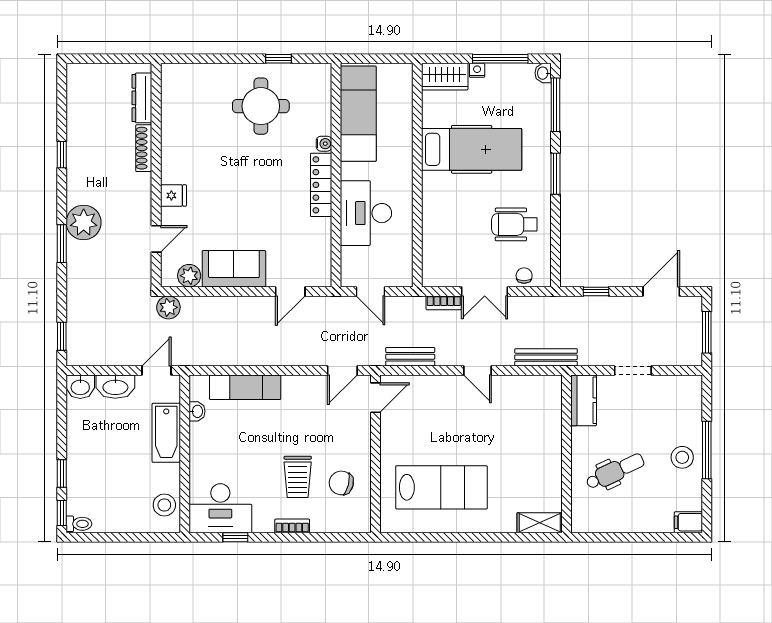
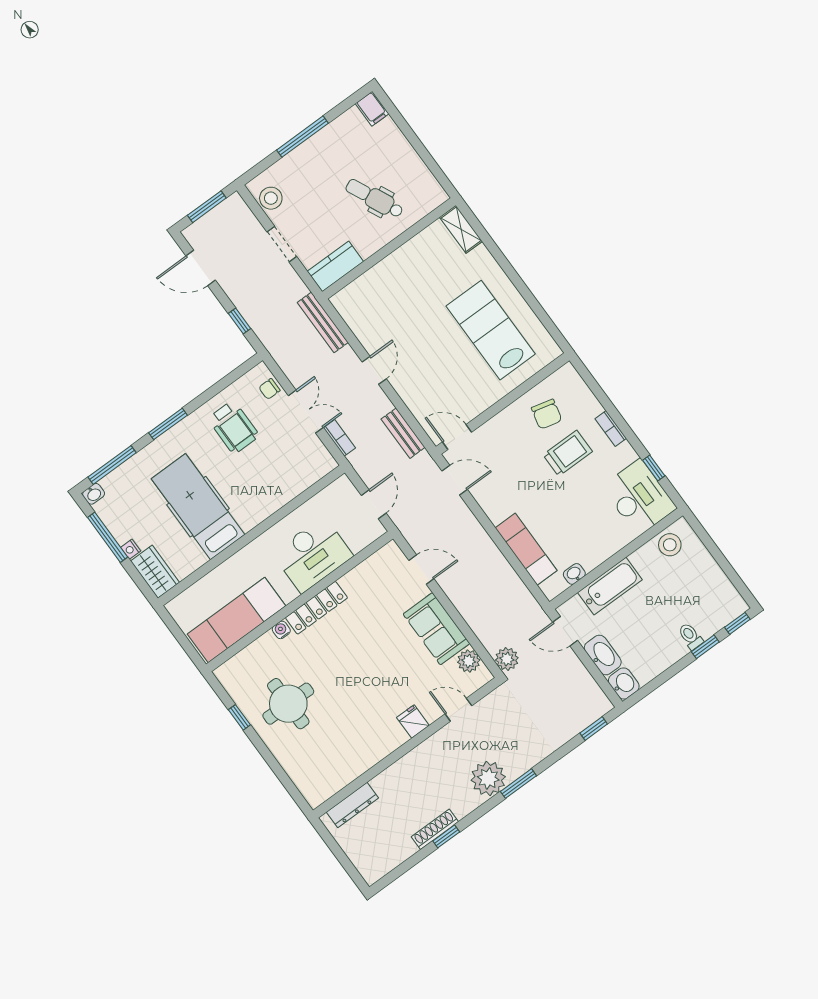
shoe rack: (144, 148) -> (435, 829), moved, turned 180
stool: (682, 457) -> (271, 198), moved
toilet: (79, 524) -> (691, 636), moved

